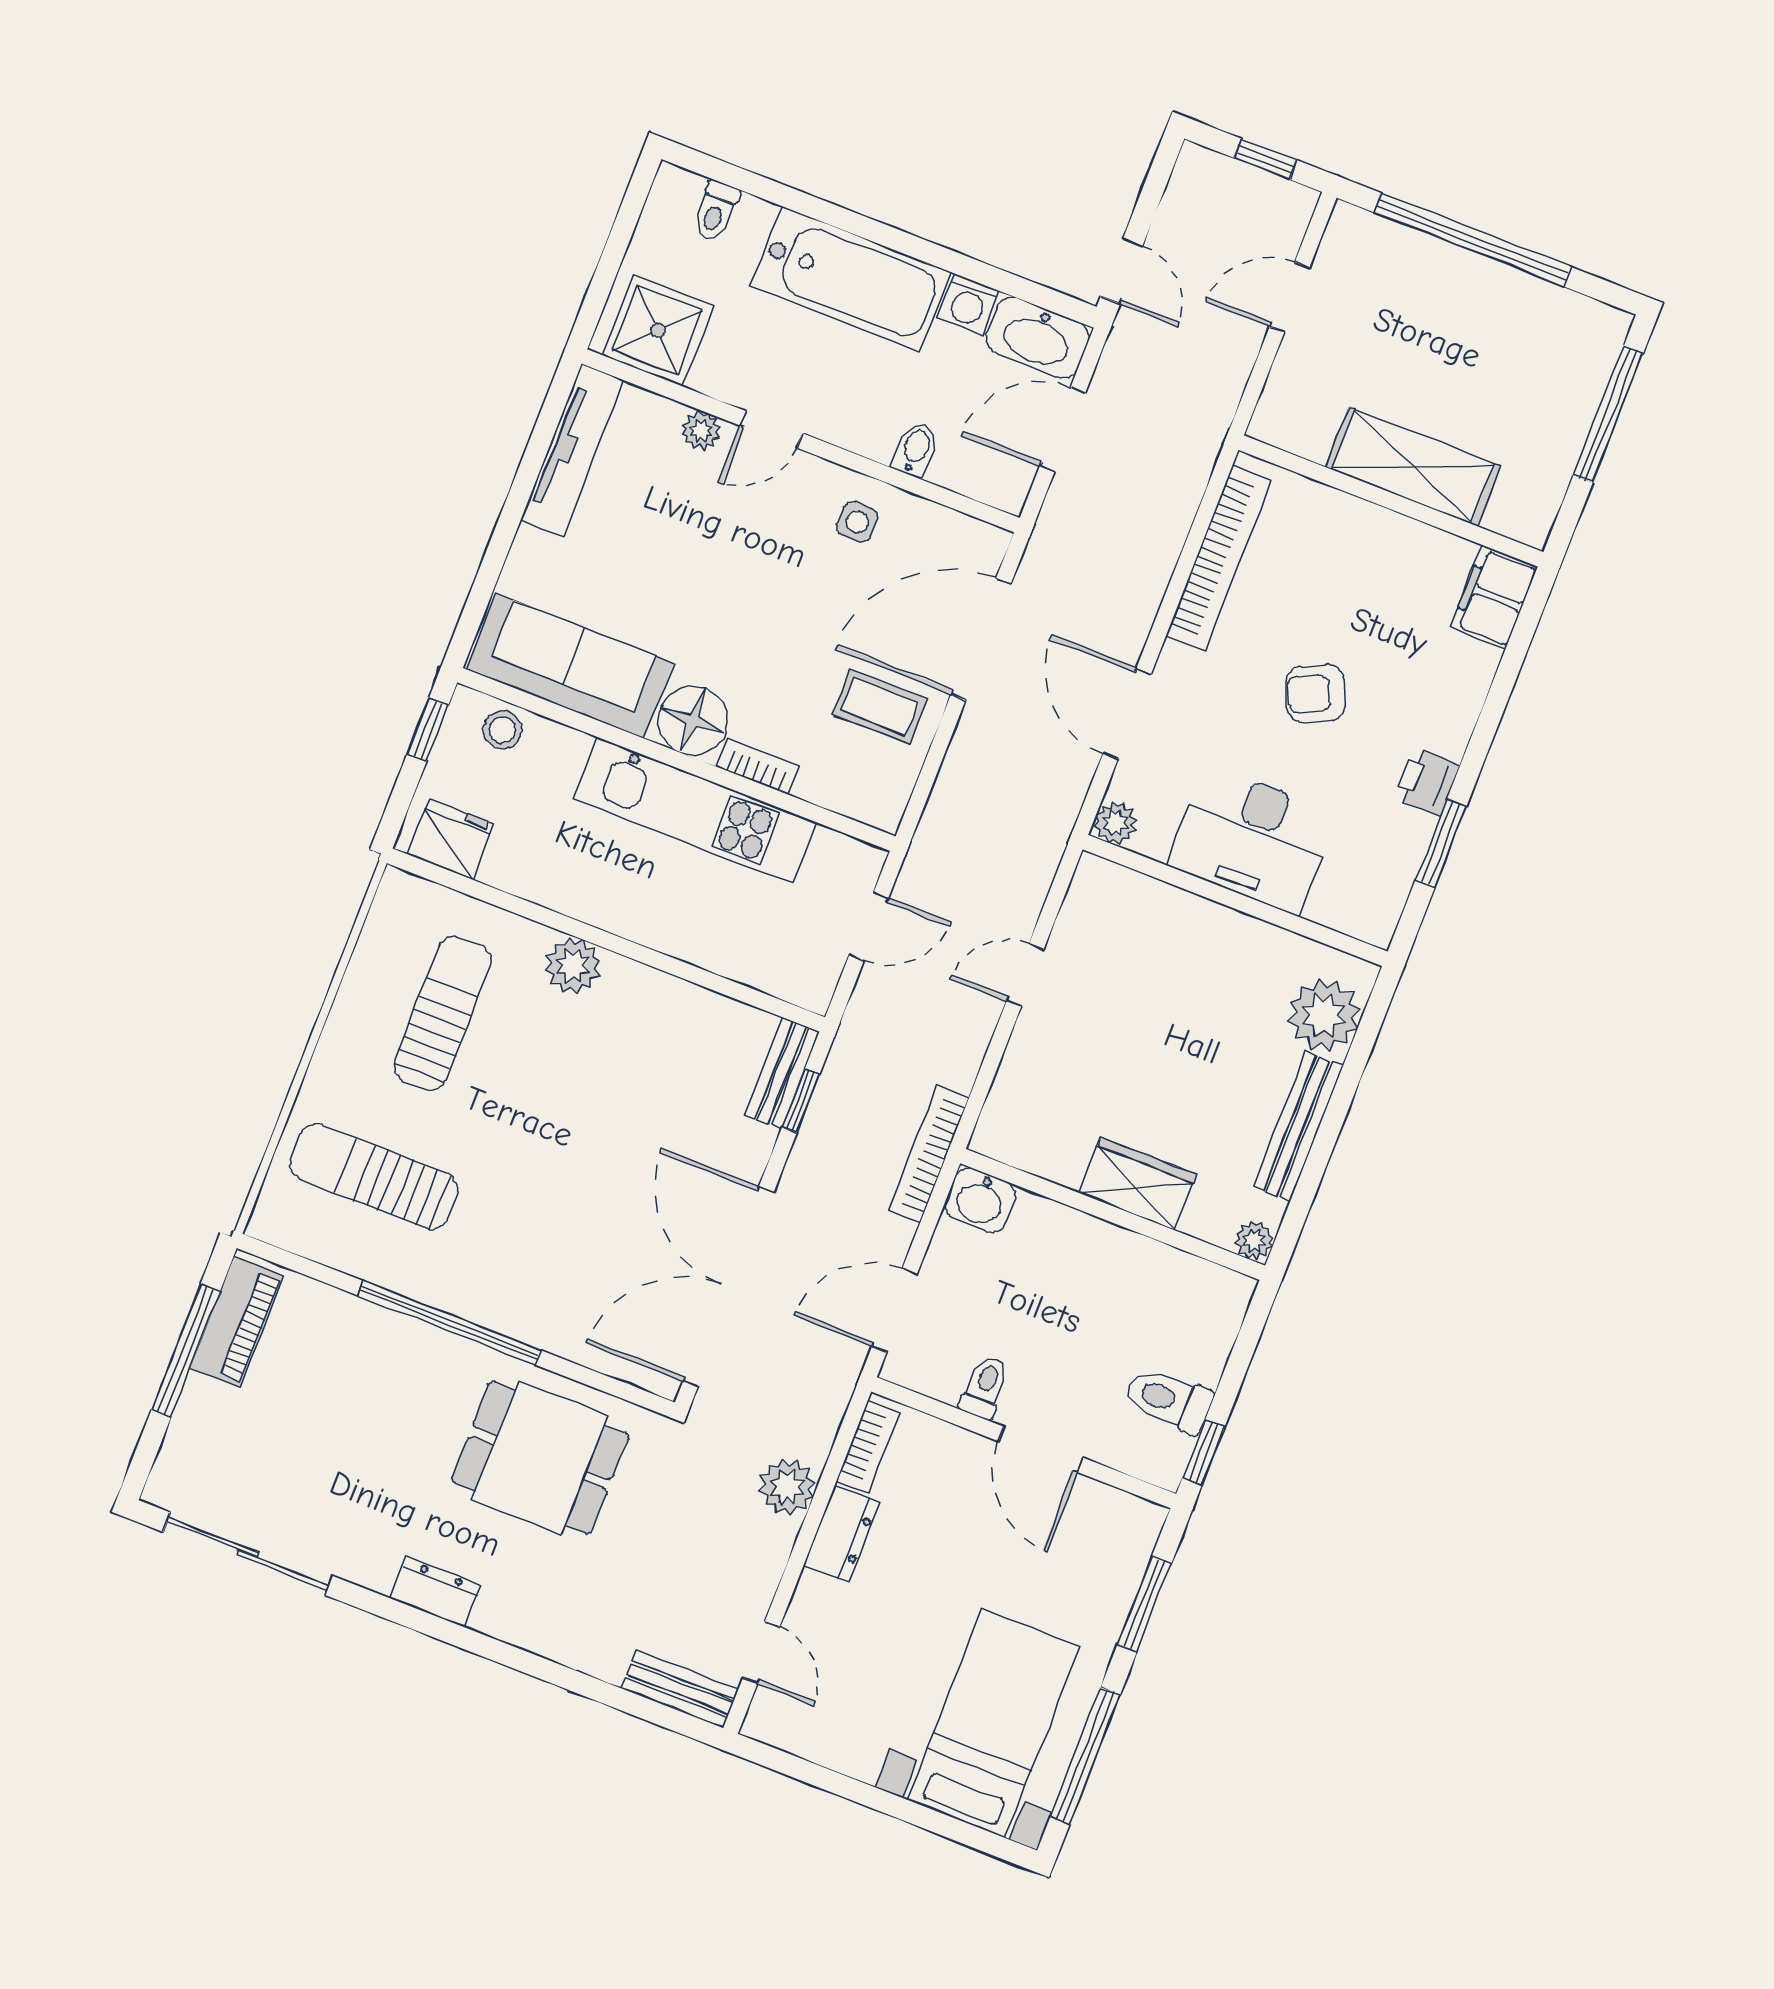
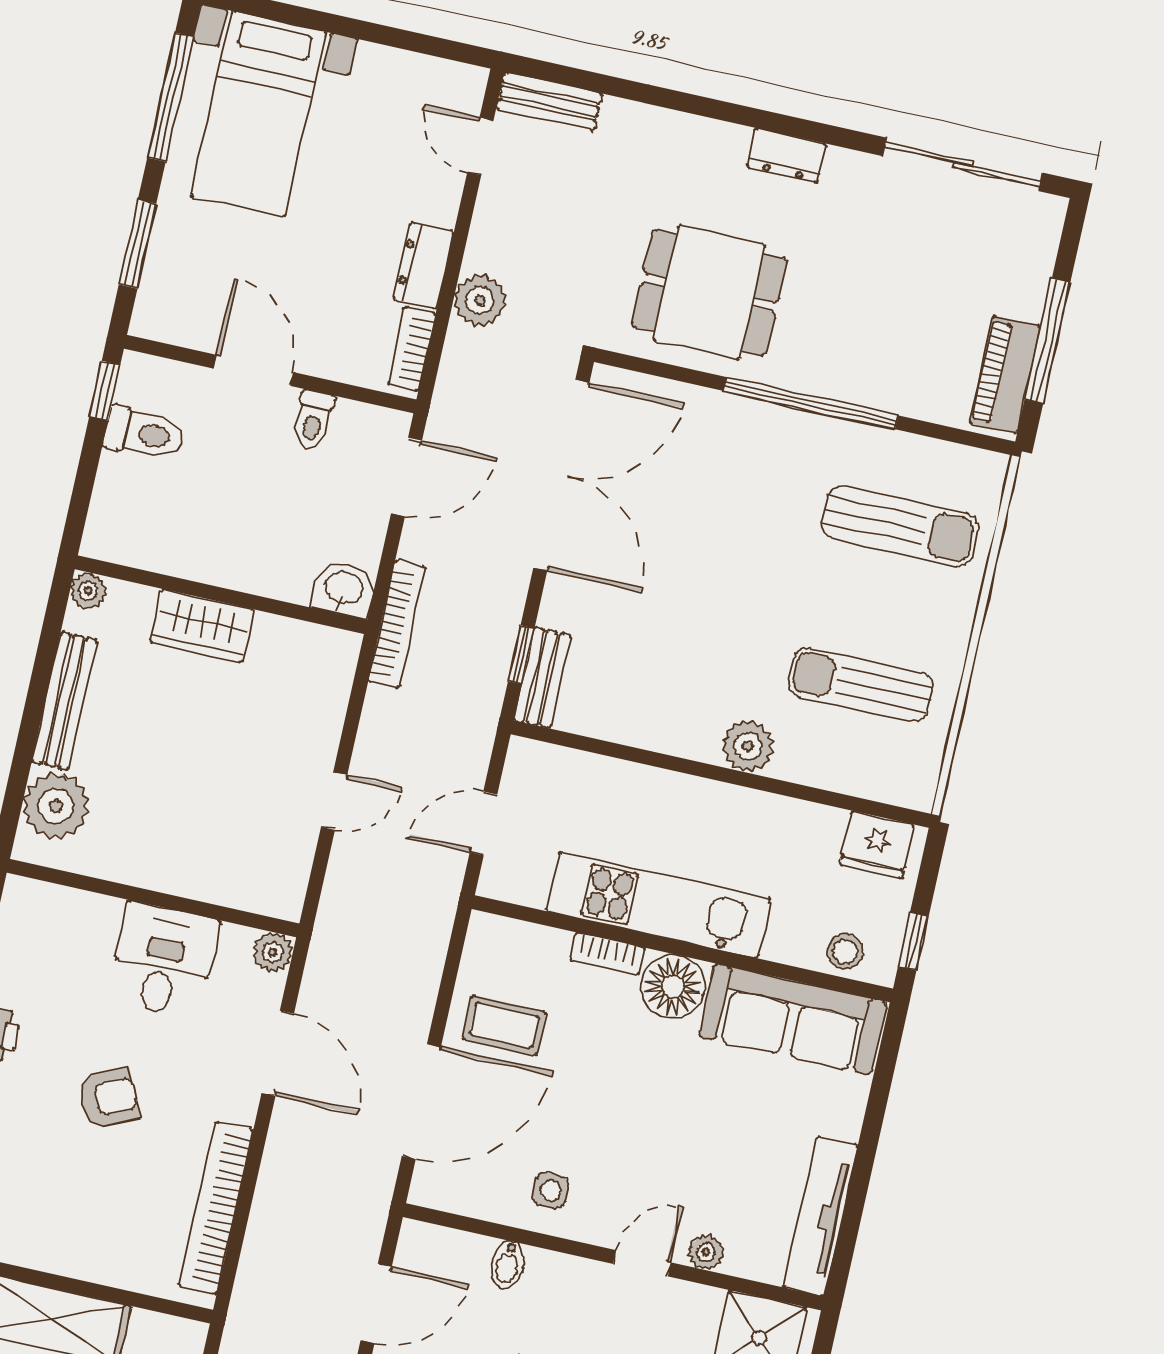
desk: (1253, 839) -> (163, 960), width x0.73
sun lounger: (442, 1013) -> (860, 685), turned 90

